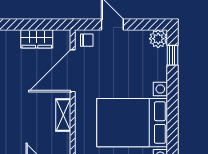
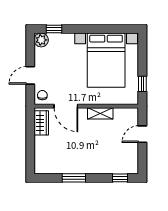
wardrobe: (37, 39) -> (41, 123), moved
door: (73, 71) -> (66, 106), width x0.73

